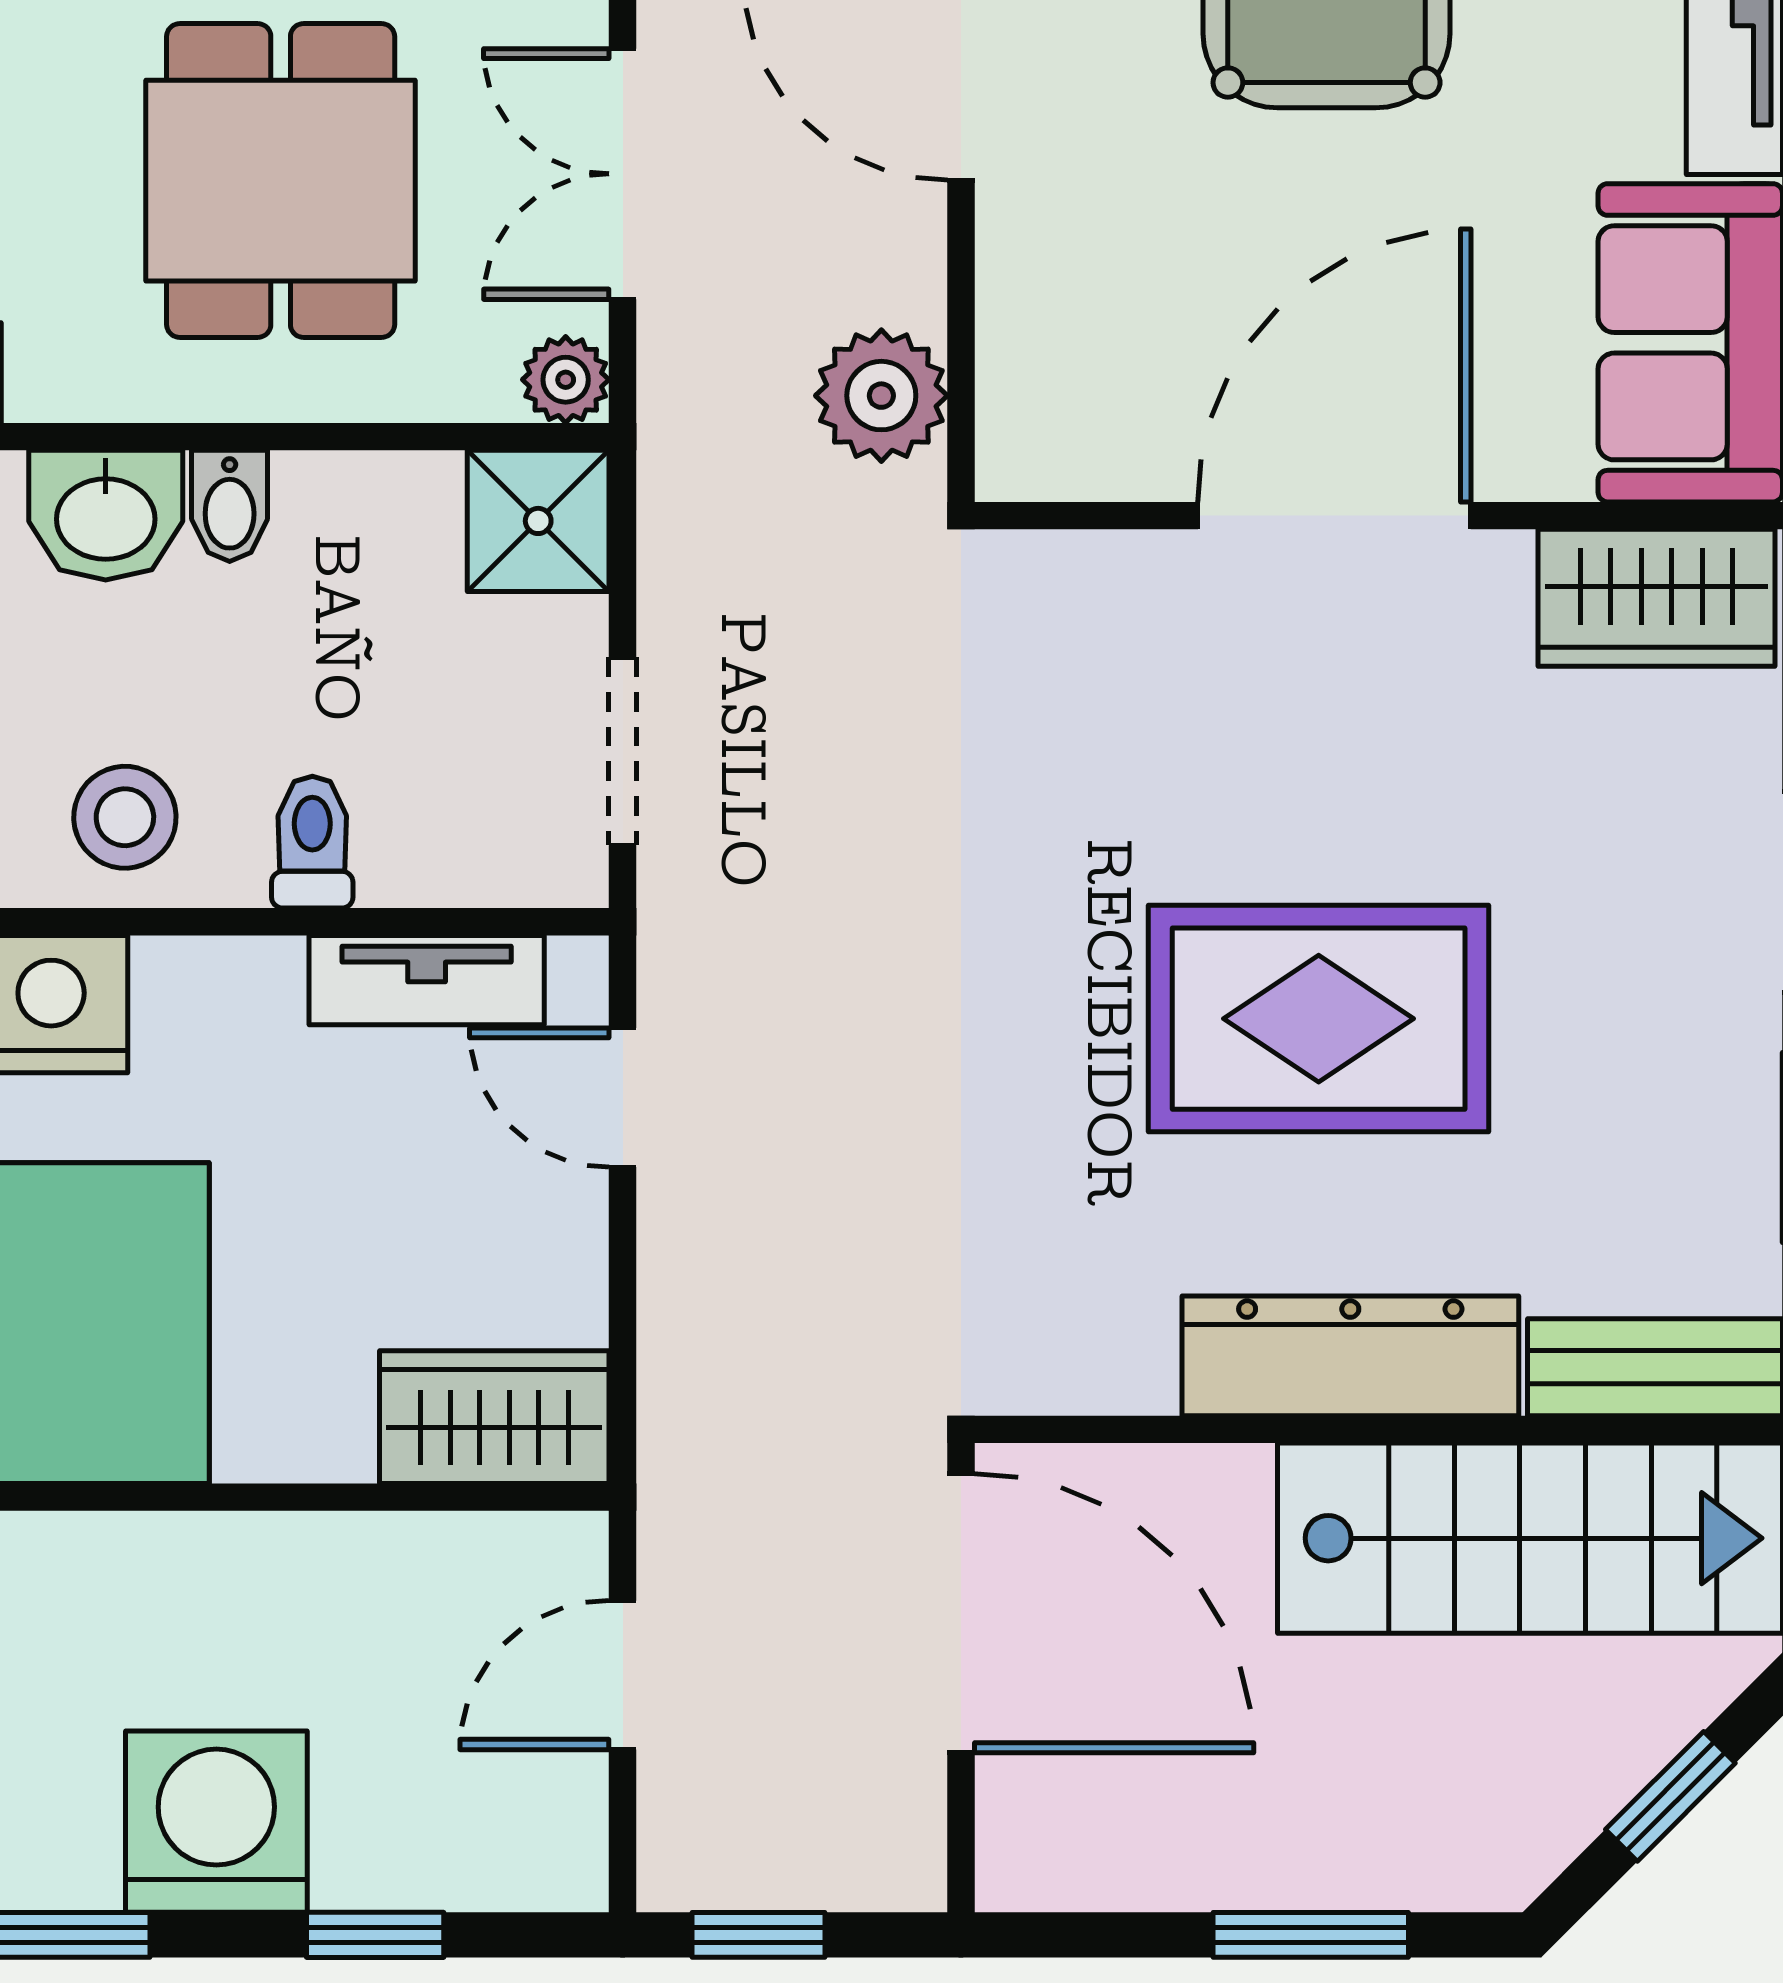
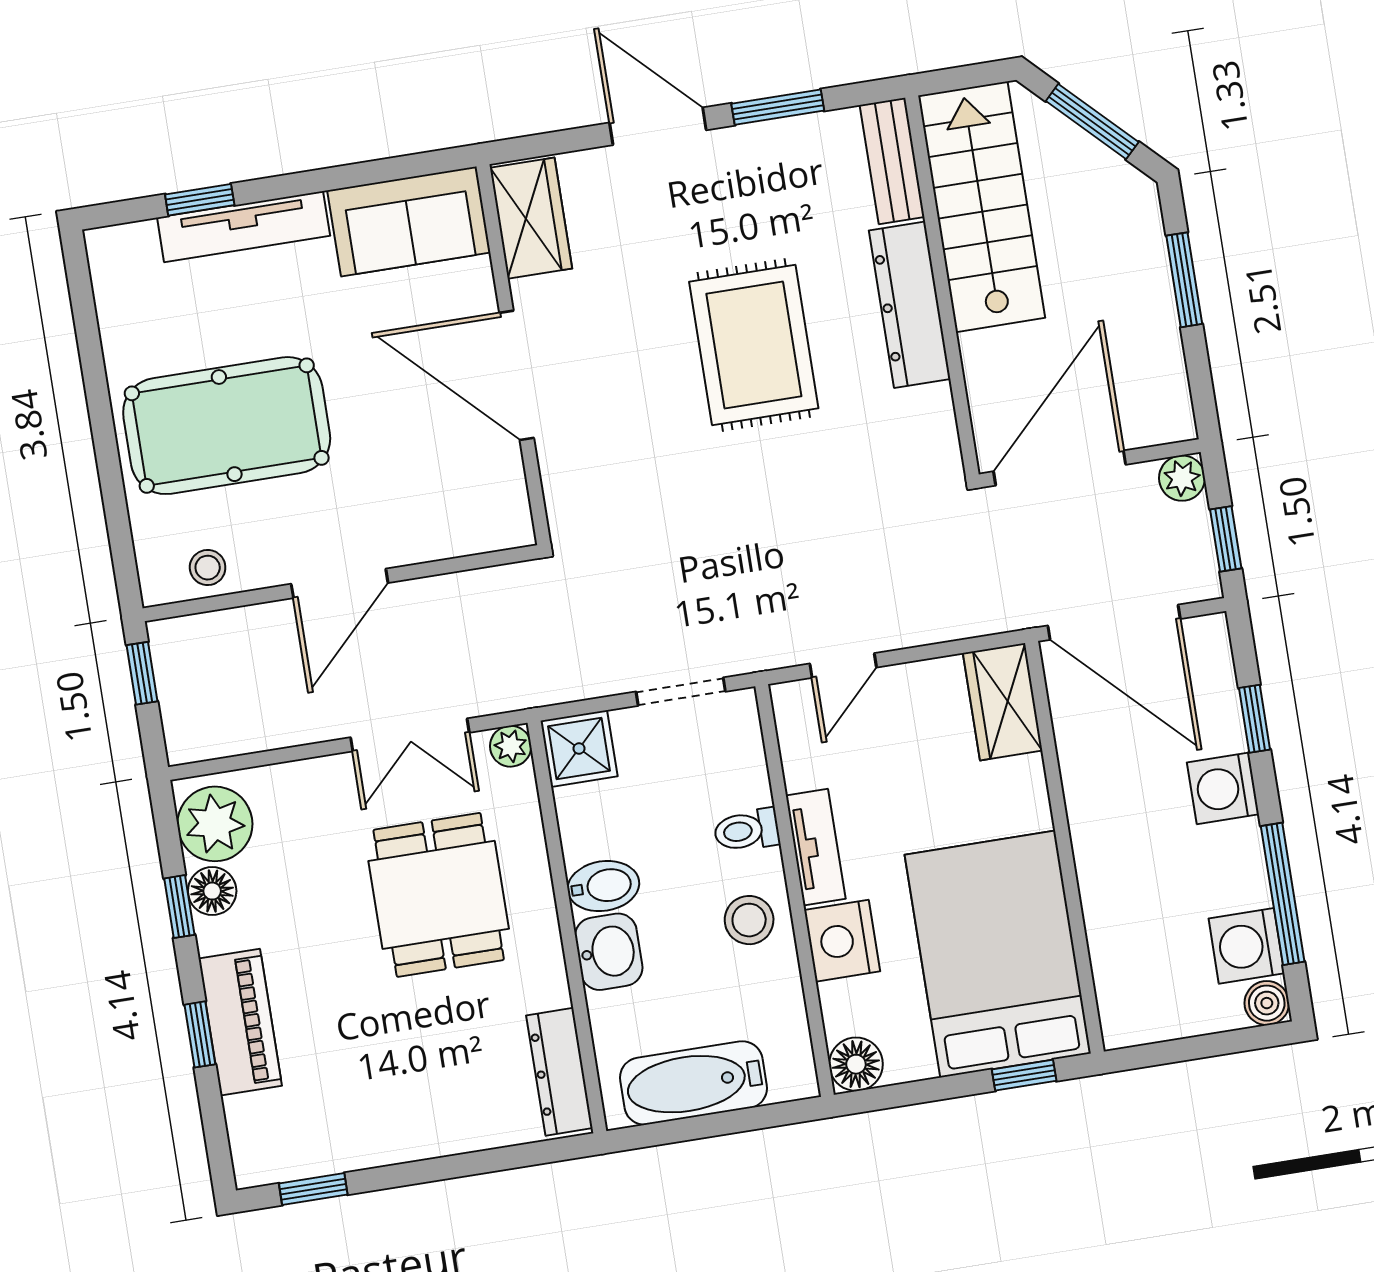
dining table: (281, 181) -> (439, 895), turned 90
plant: (881, 396) -> (1182, 478), moved, width x0.73, depth x0.73
bidet: (230, 506) -> (603, 886), width x1.38, depth x1.36
tv unit: (427, 980) -> (816, 847), moved
door: (623, 1675) -> (1114, 622), width x1.87
window: (1670, 1796) -> (1092, 121), width x1.50
washing machine: (216, 1822) -> (1223, 788), width x0.73, depth x0.73

